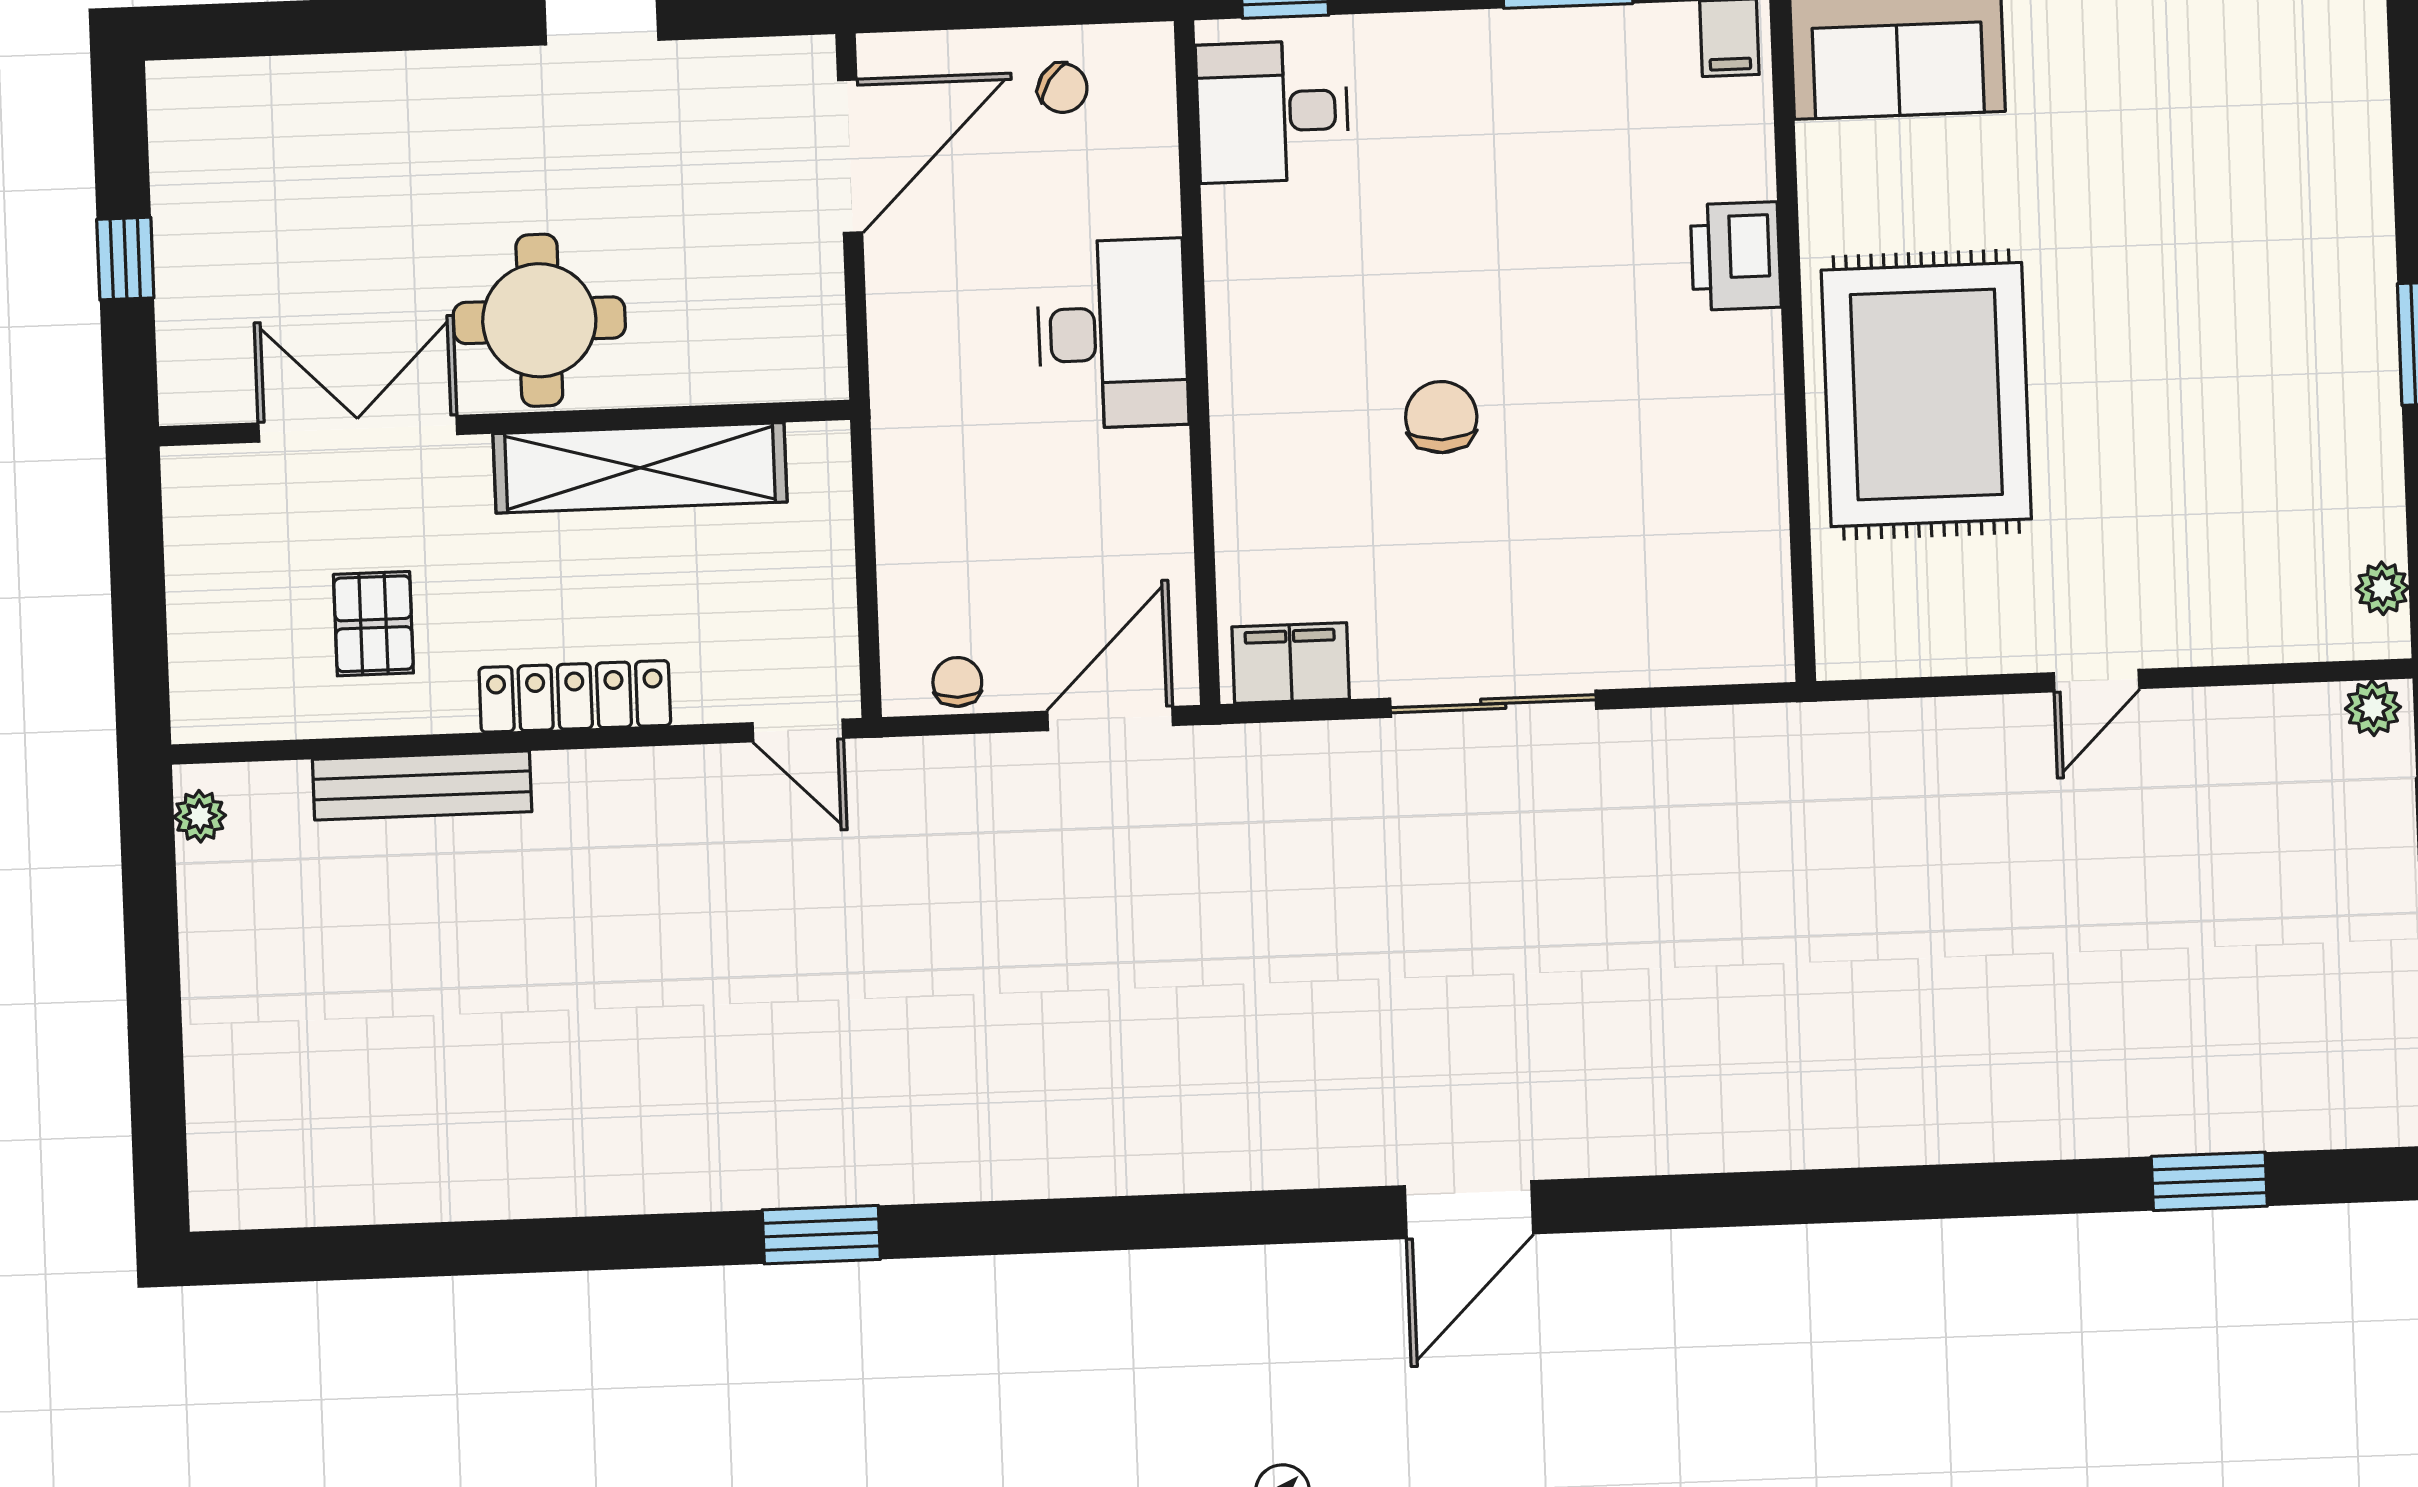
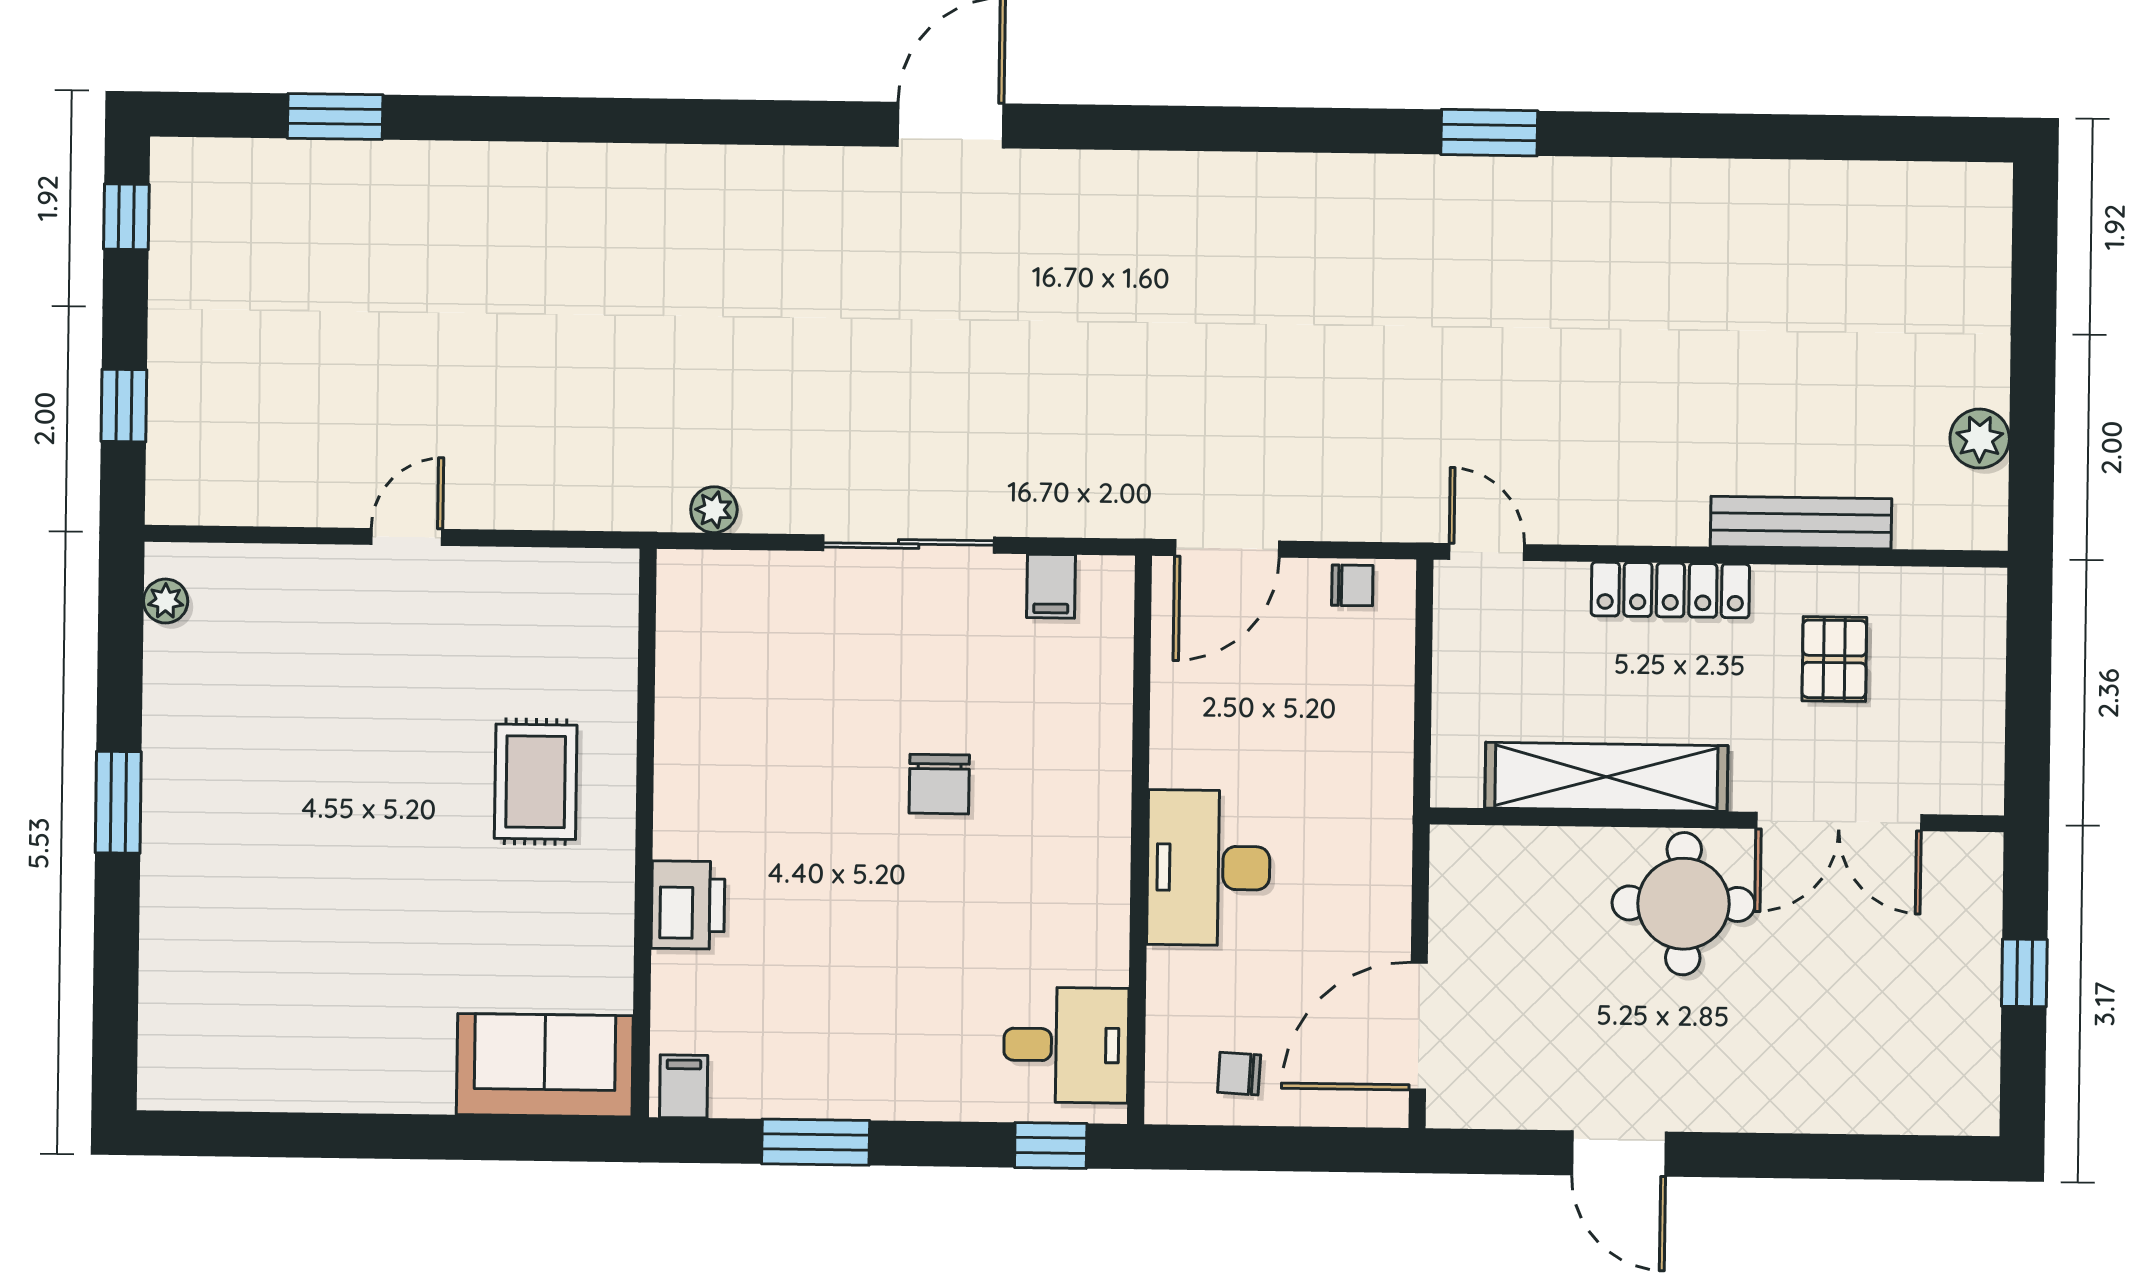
chair: (1063, 88) -> (1239, 1074), turned -31
rug: (1926, 395) -> (536, 782), width x0.54, depth x0.49
filing cabinet: (1291, 663) -> (1051, 586), width x0.50
chair: (957, 682) -> (1352, 585), turned -90
plant: (2373, 708) -> (714, 510), moved
plant: (200, 816) -> (1980, 439), moved, width x1.38, depth x1.38

